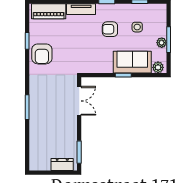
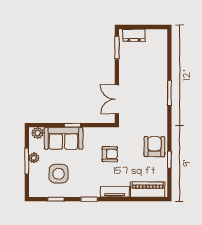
side table: (137, 27) -> (58, 174), width x1.87, depth x1.87
armchair: (110, 29) -> (110, 154), moved

